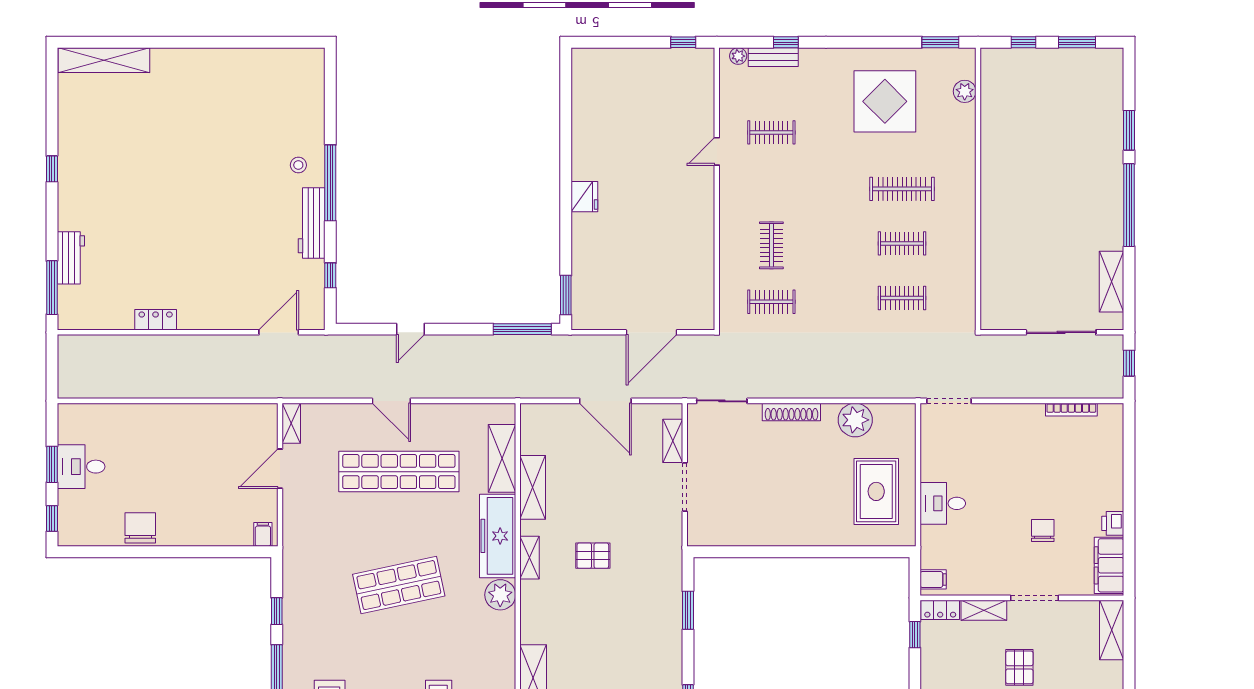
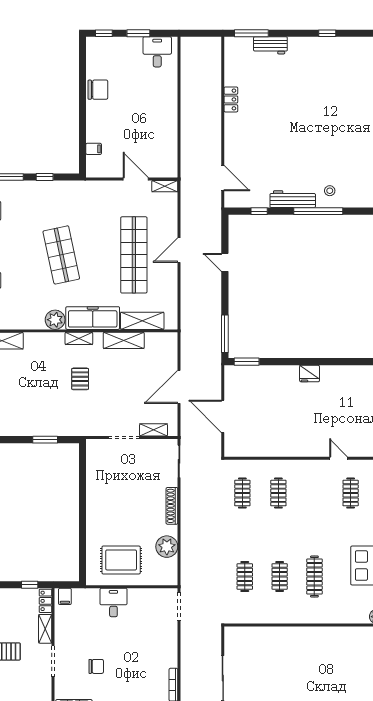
clothes rail: (771, 245) -> (278, 493), turned 90
desk: (81, 467) -> (157, 52), moved
filing cabinet: (263, 534) -> (94, 149), moved

